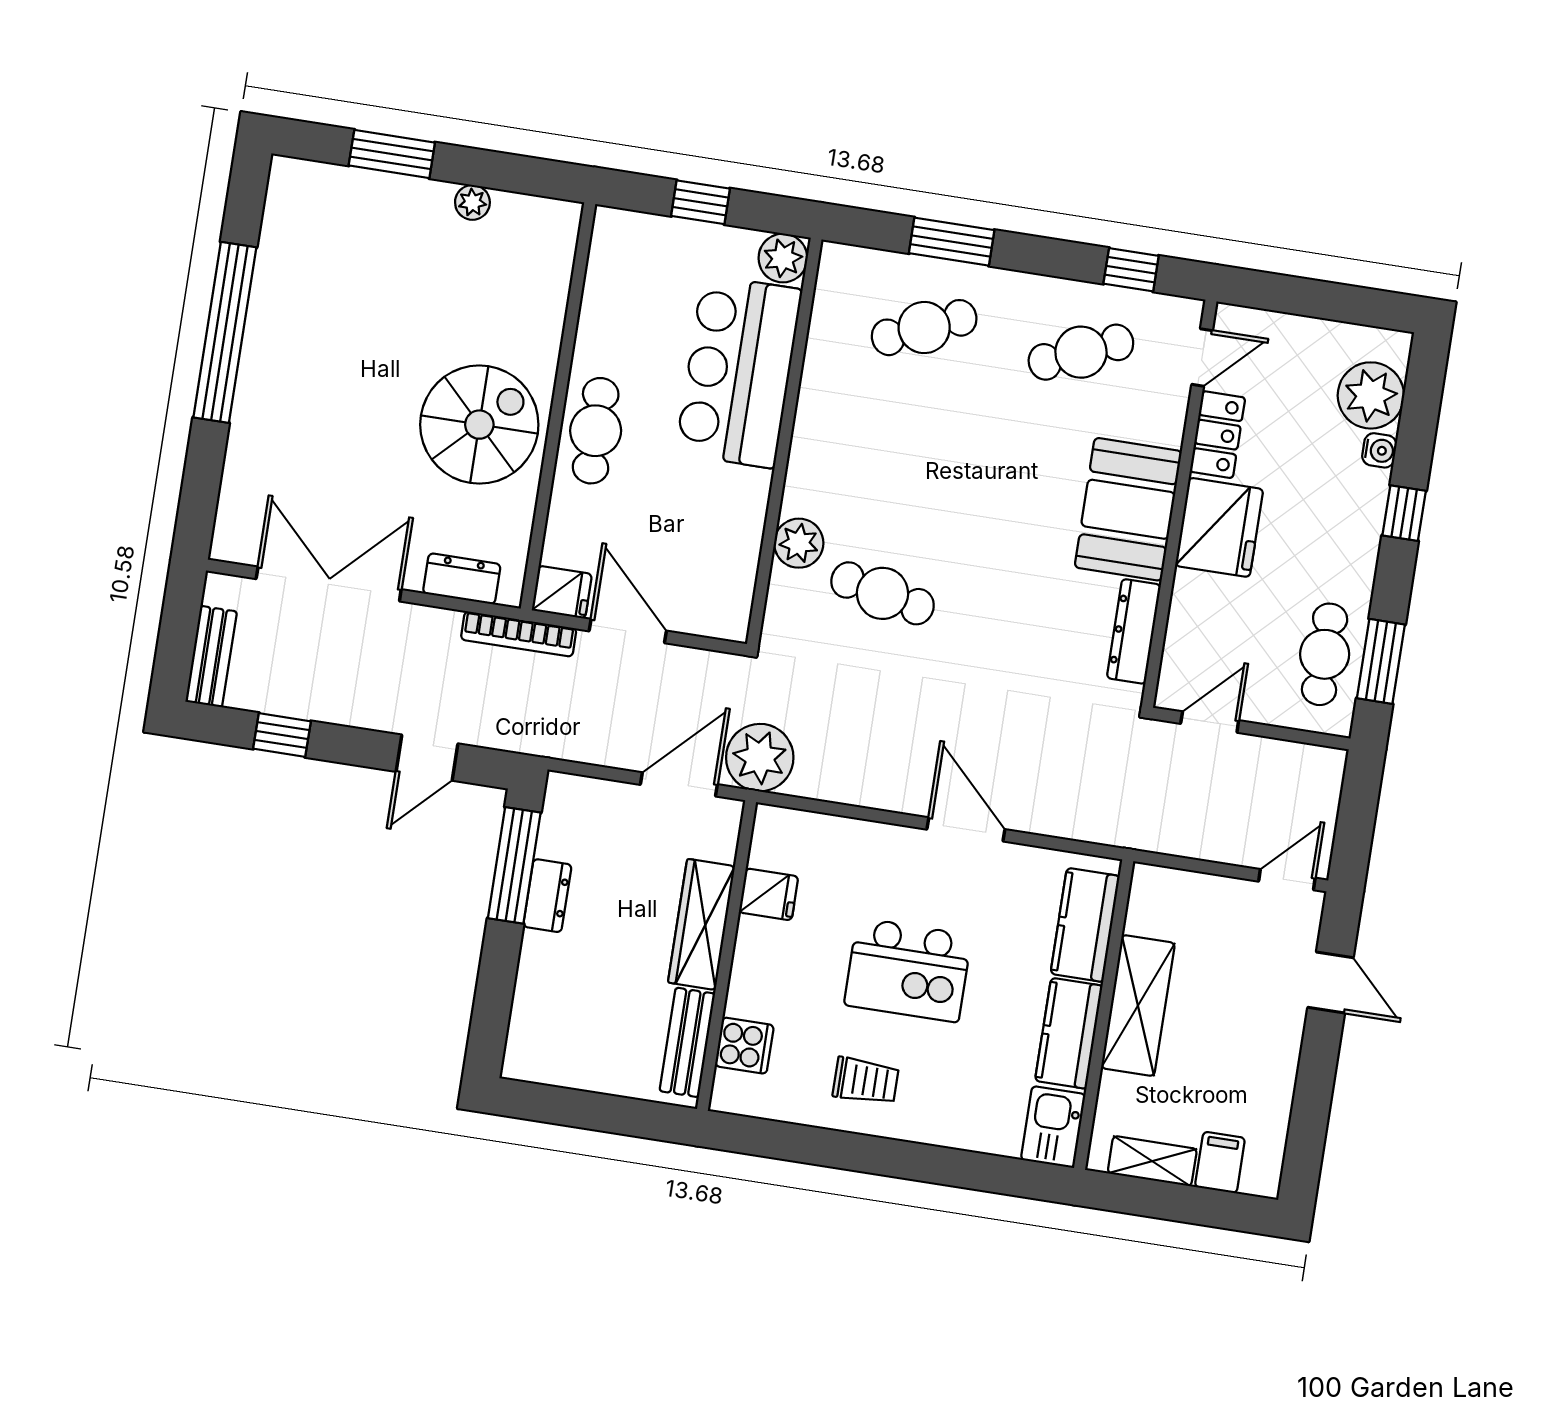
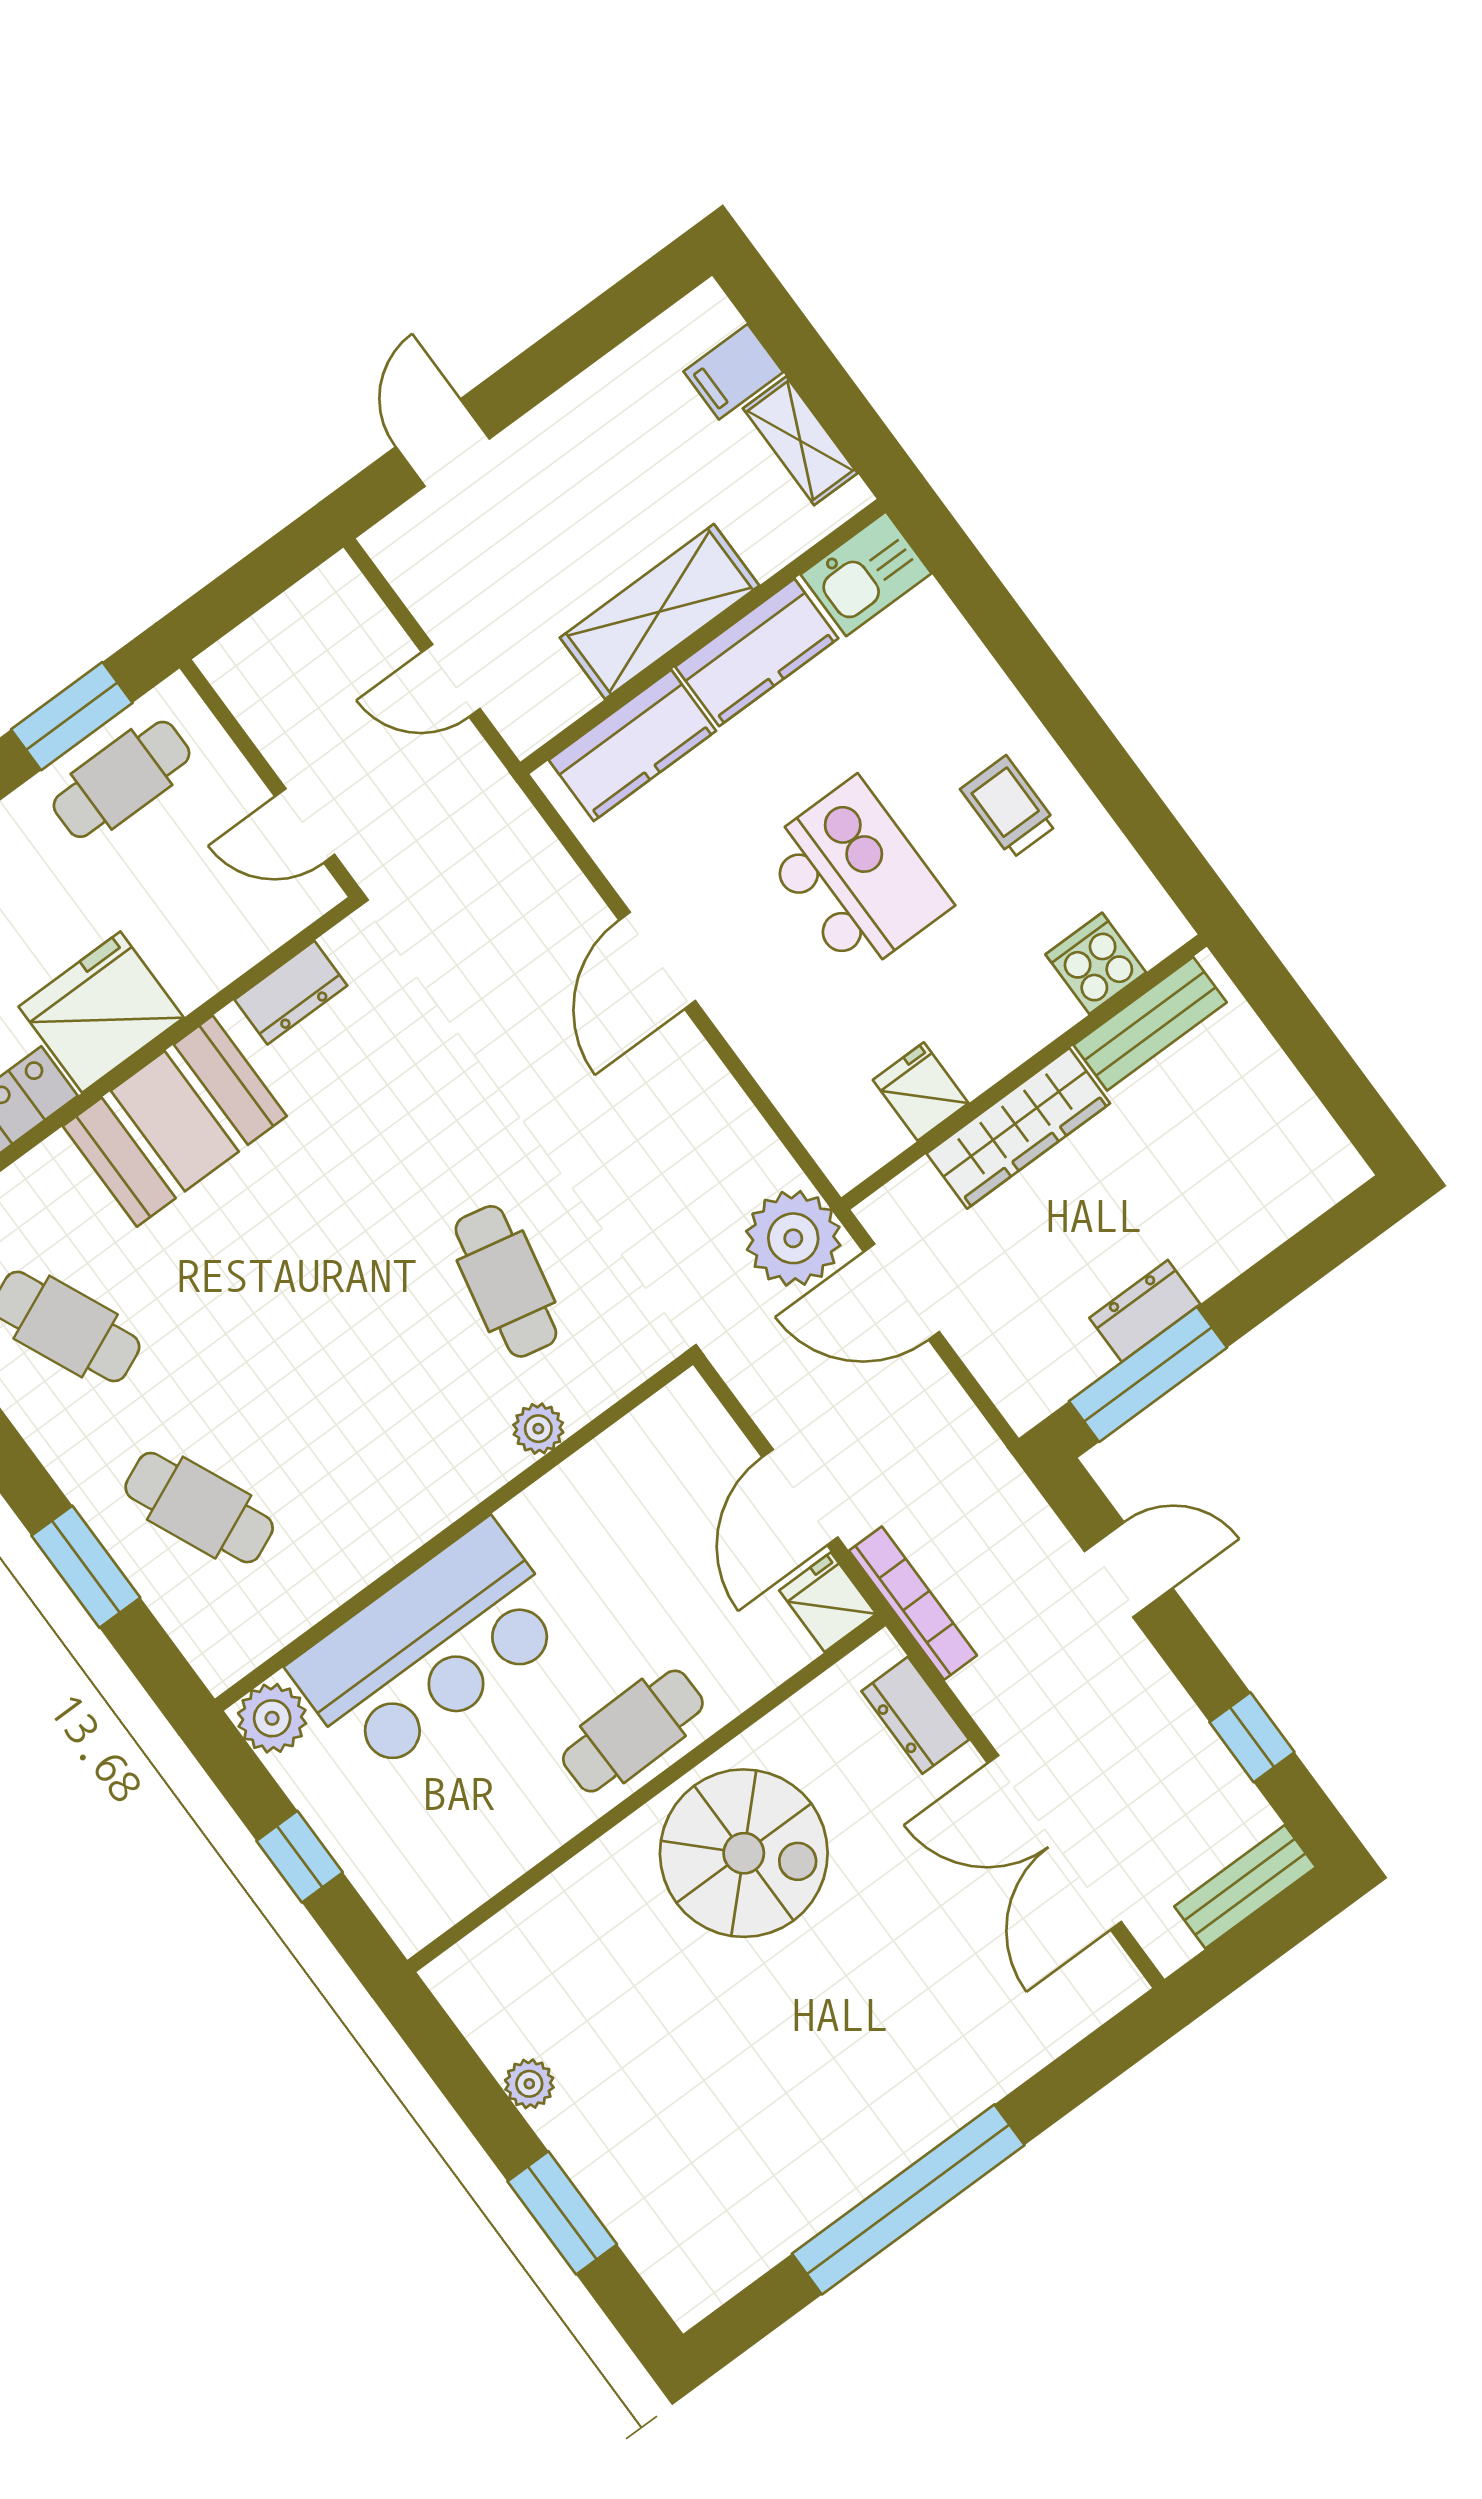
spiral stairs: (479, 425) -> (744, 1853), turned 180
plant: (799, 543) -> (538, 1429), width x0.73, depth x0.73
dresser: (1134, 631) -> (291, 993), width x0.70
door: (1287, 880) -> (451, 681), moved

